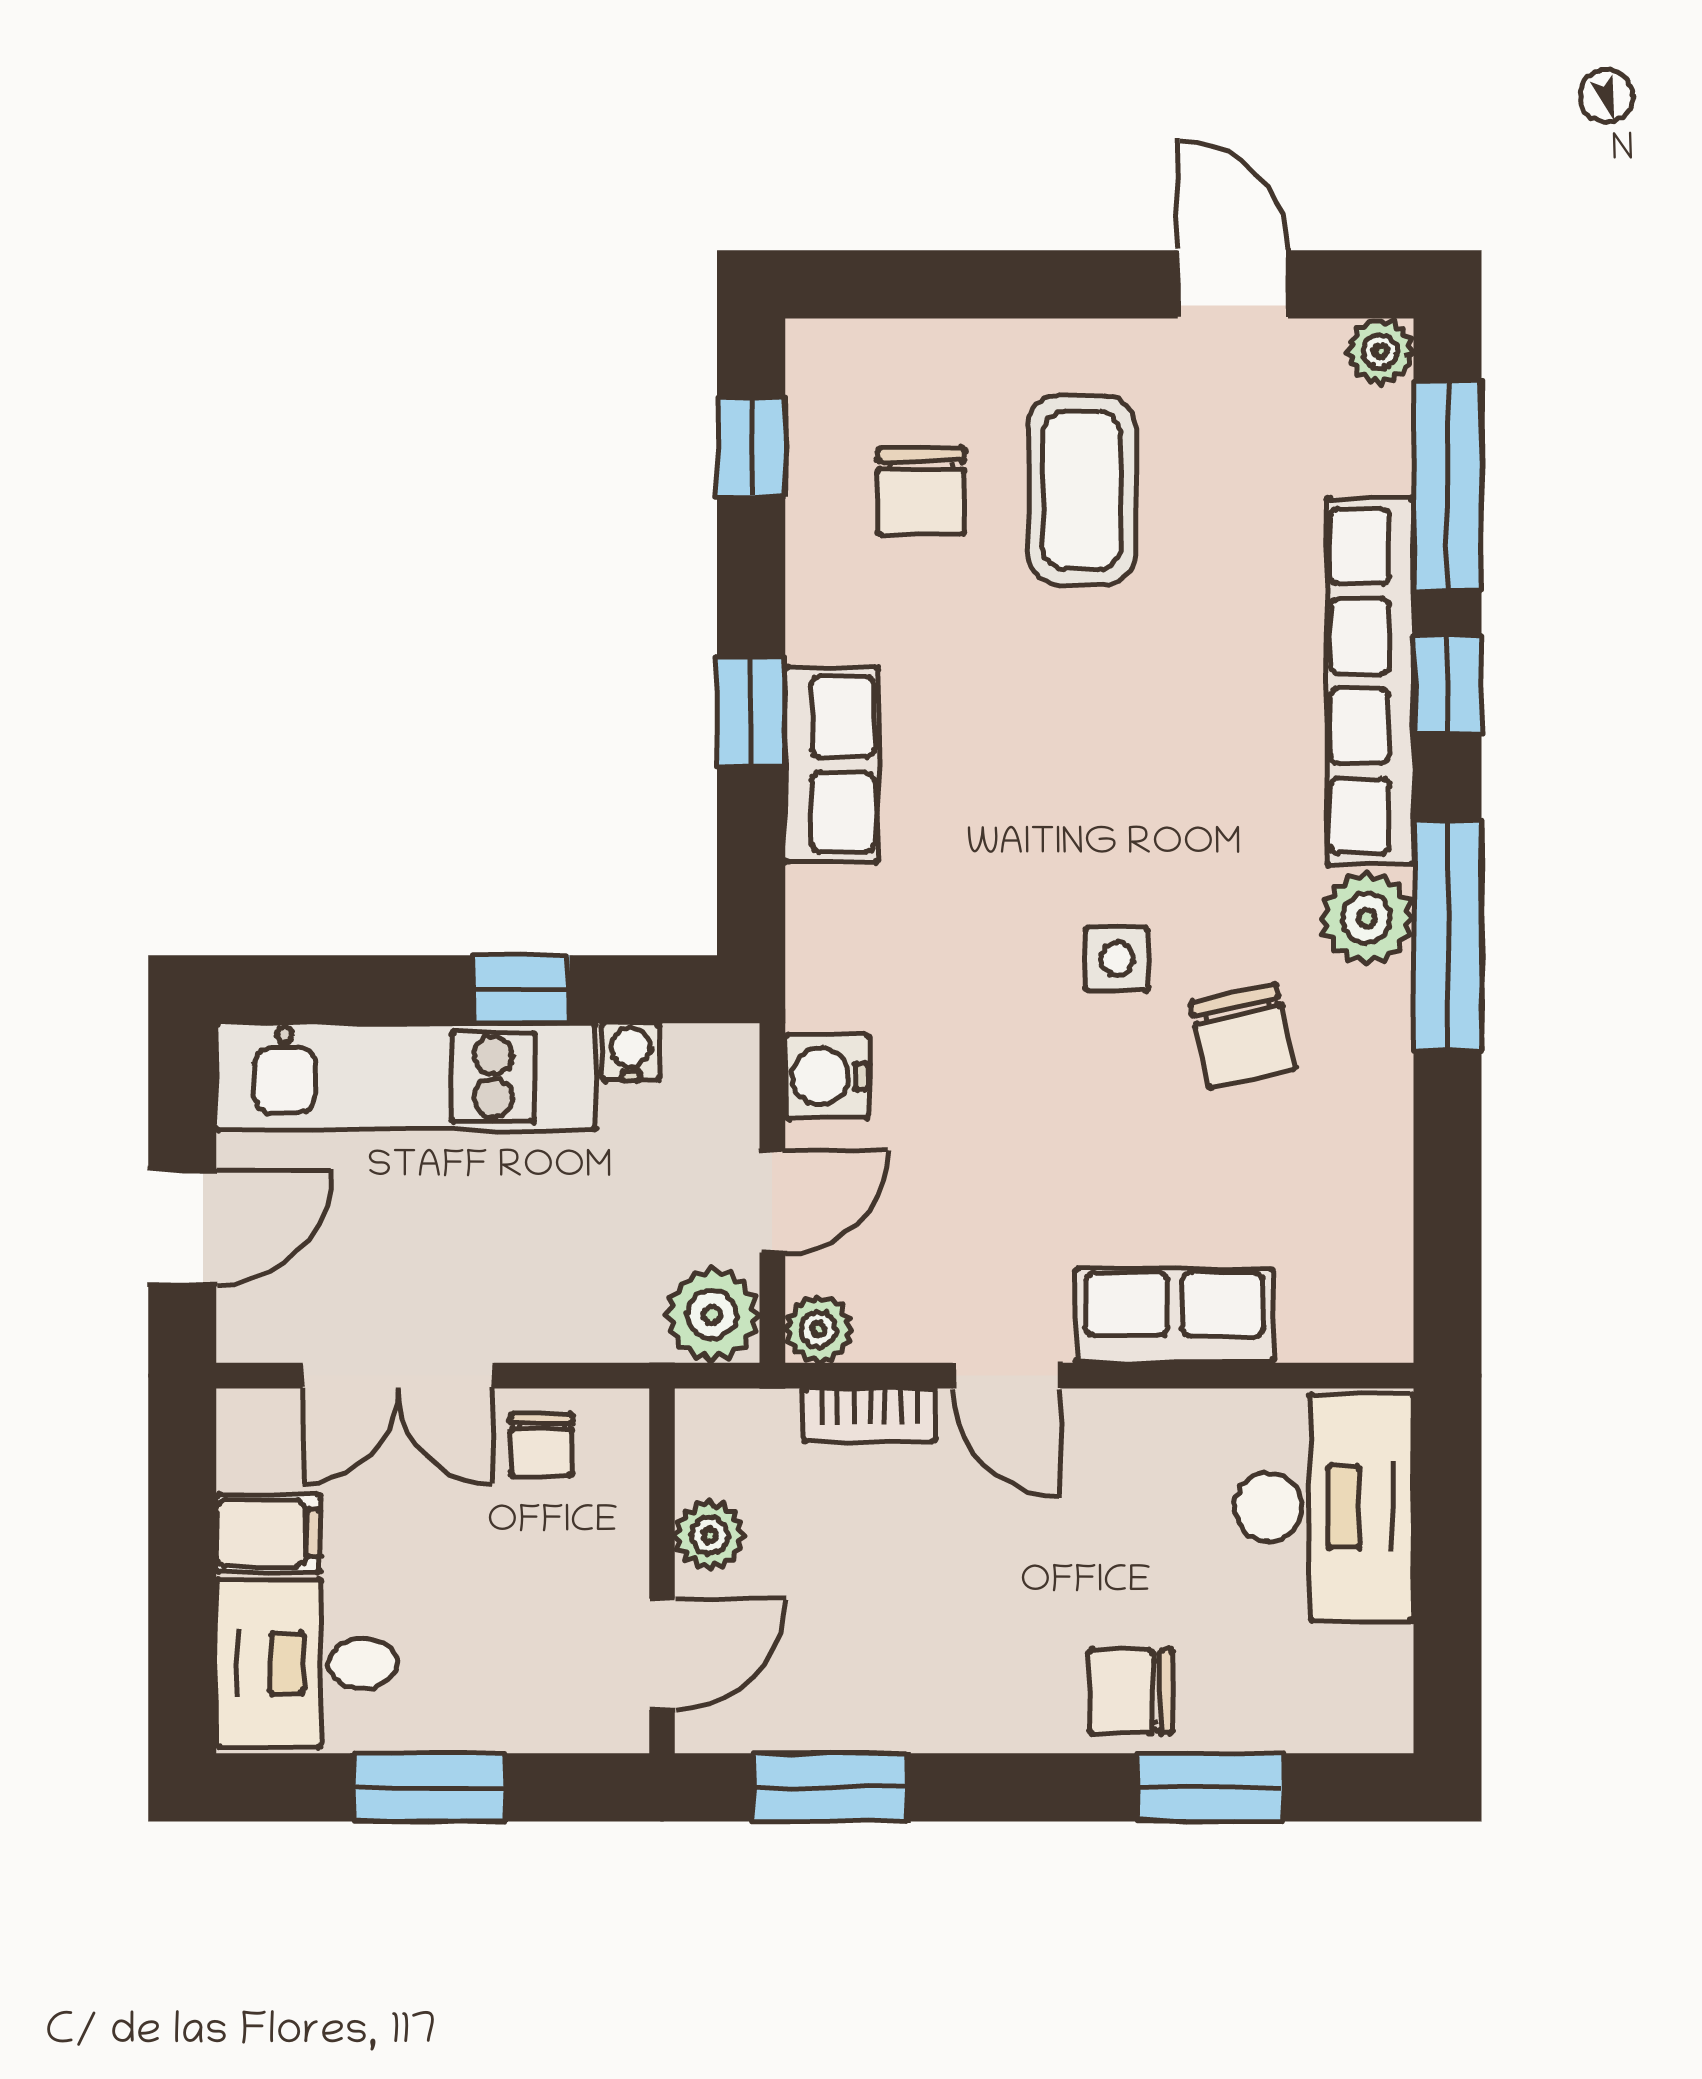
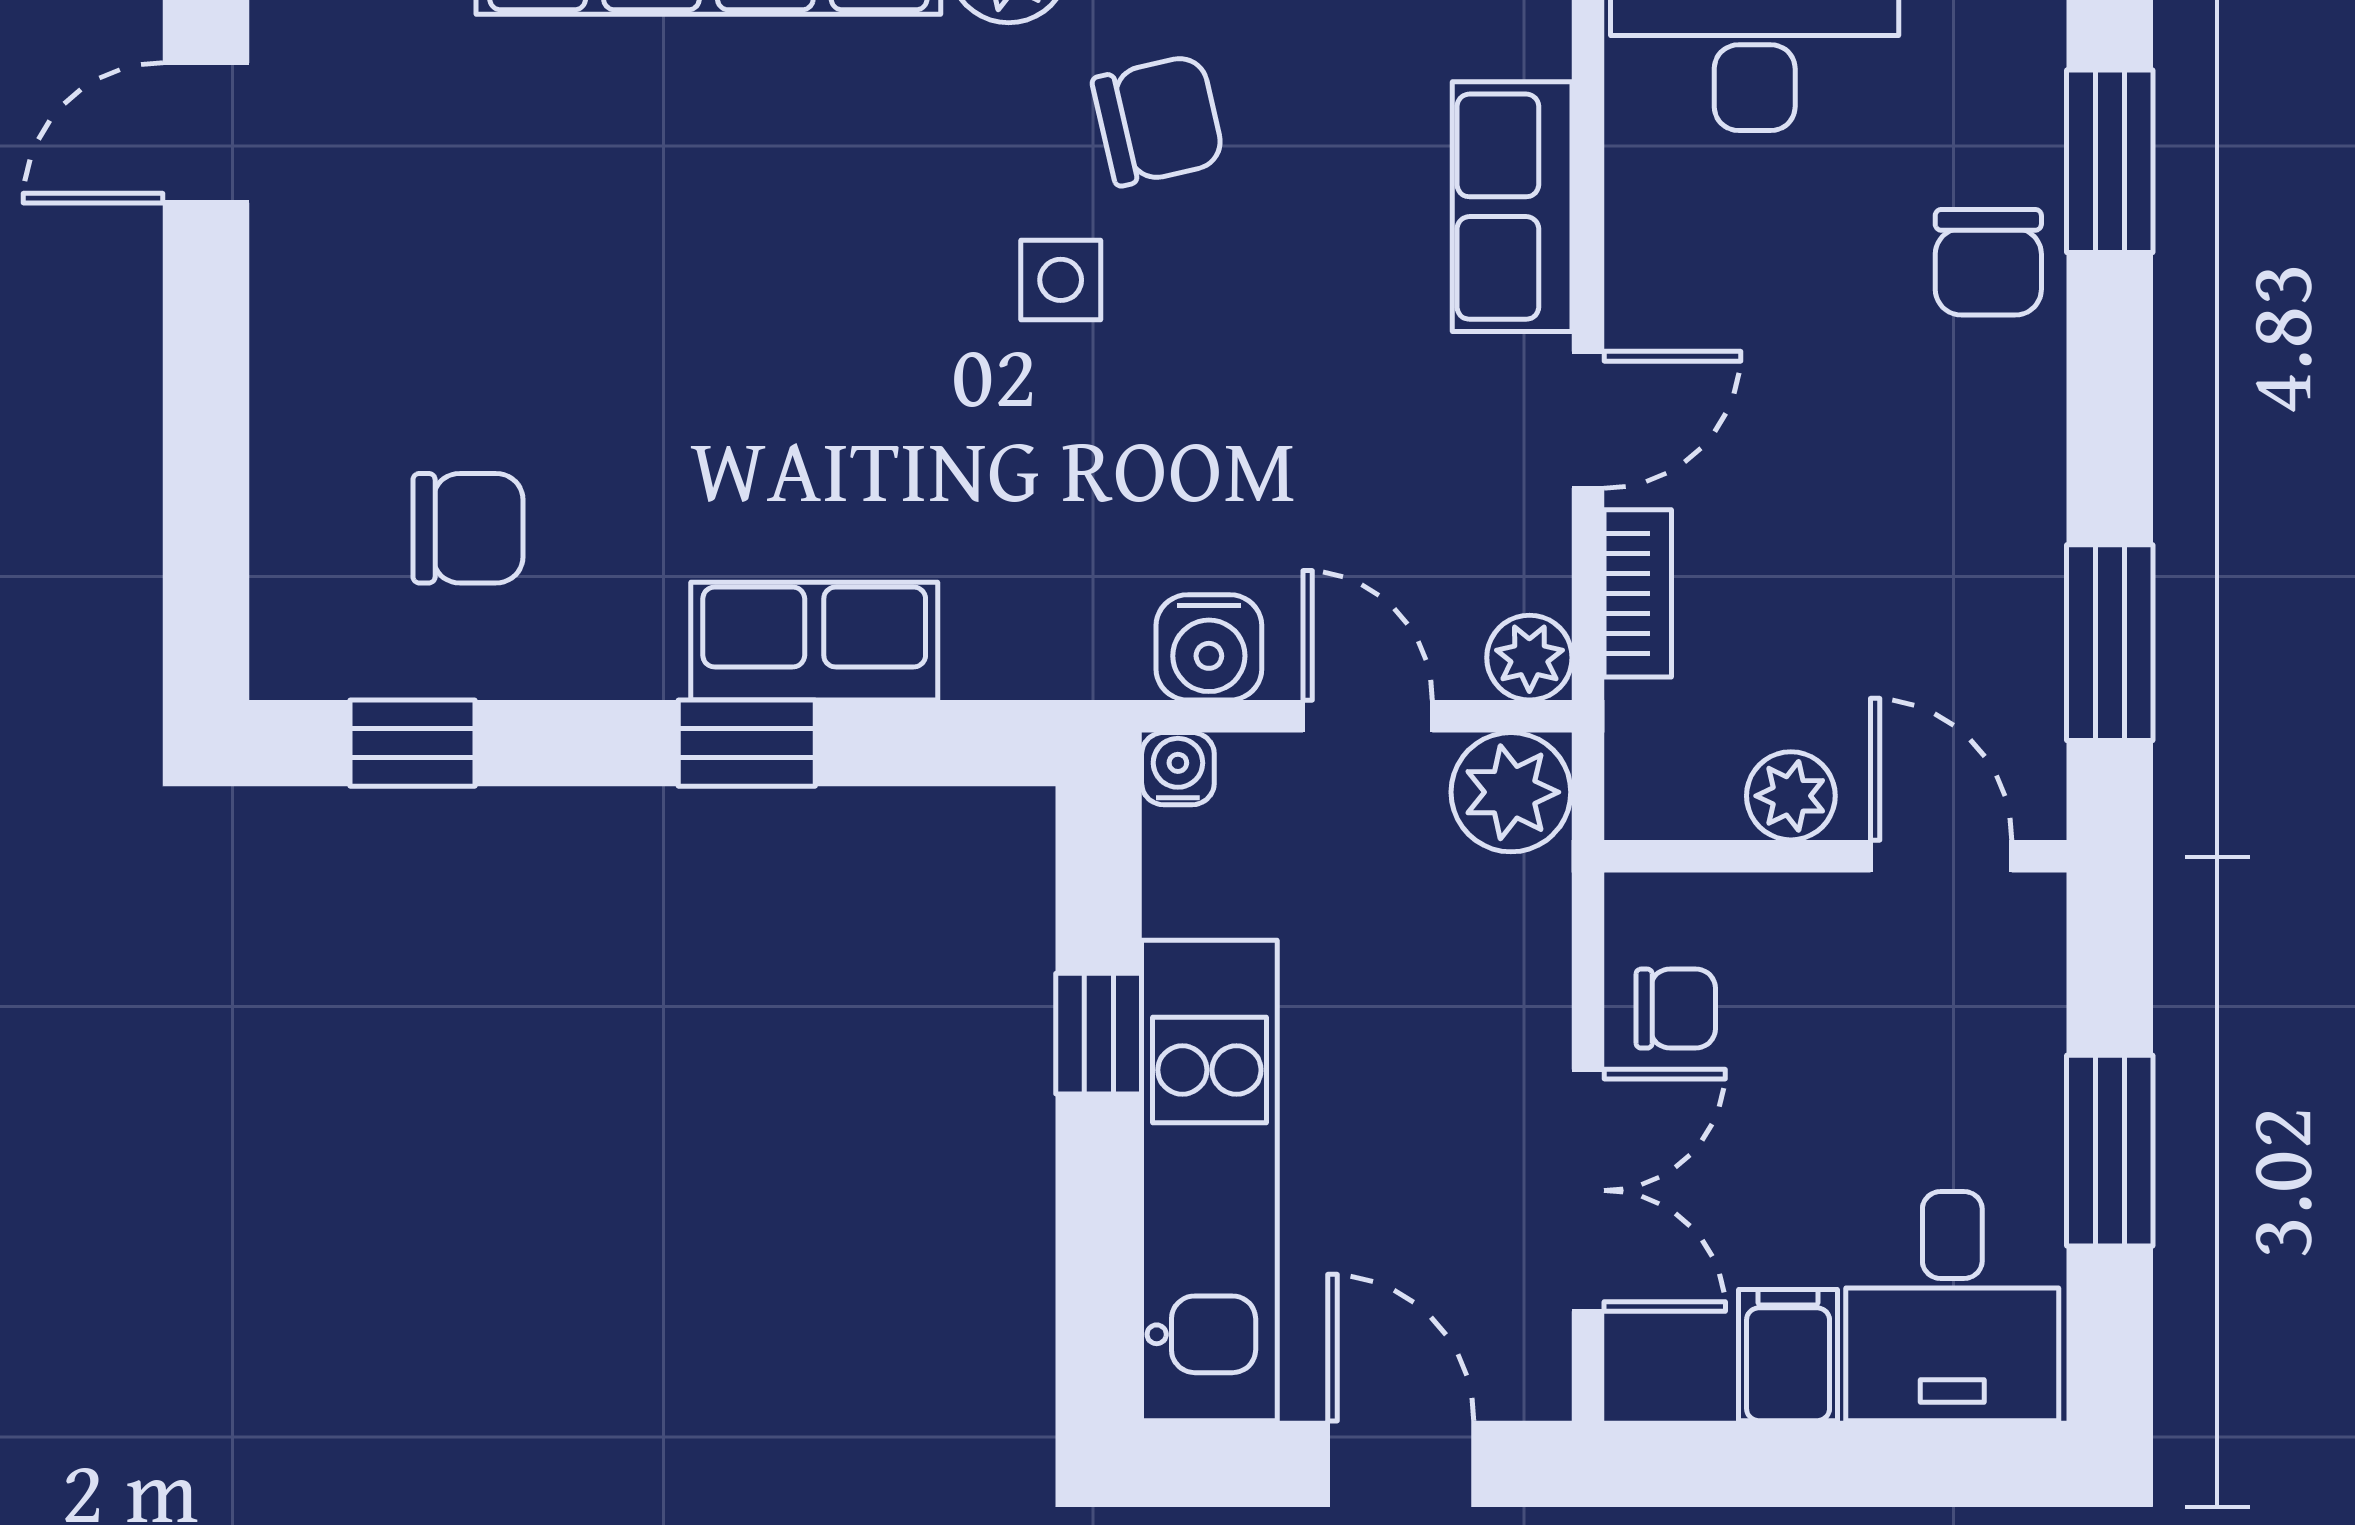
coffee table: (1082, 490) -> (467, 325), removed
water cooler: (631, 1052) -> (1178, 769), moved, turned 90

